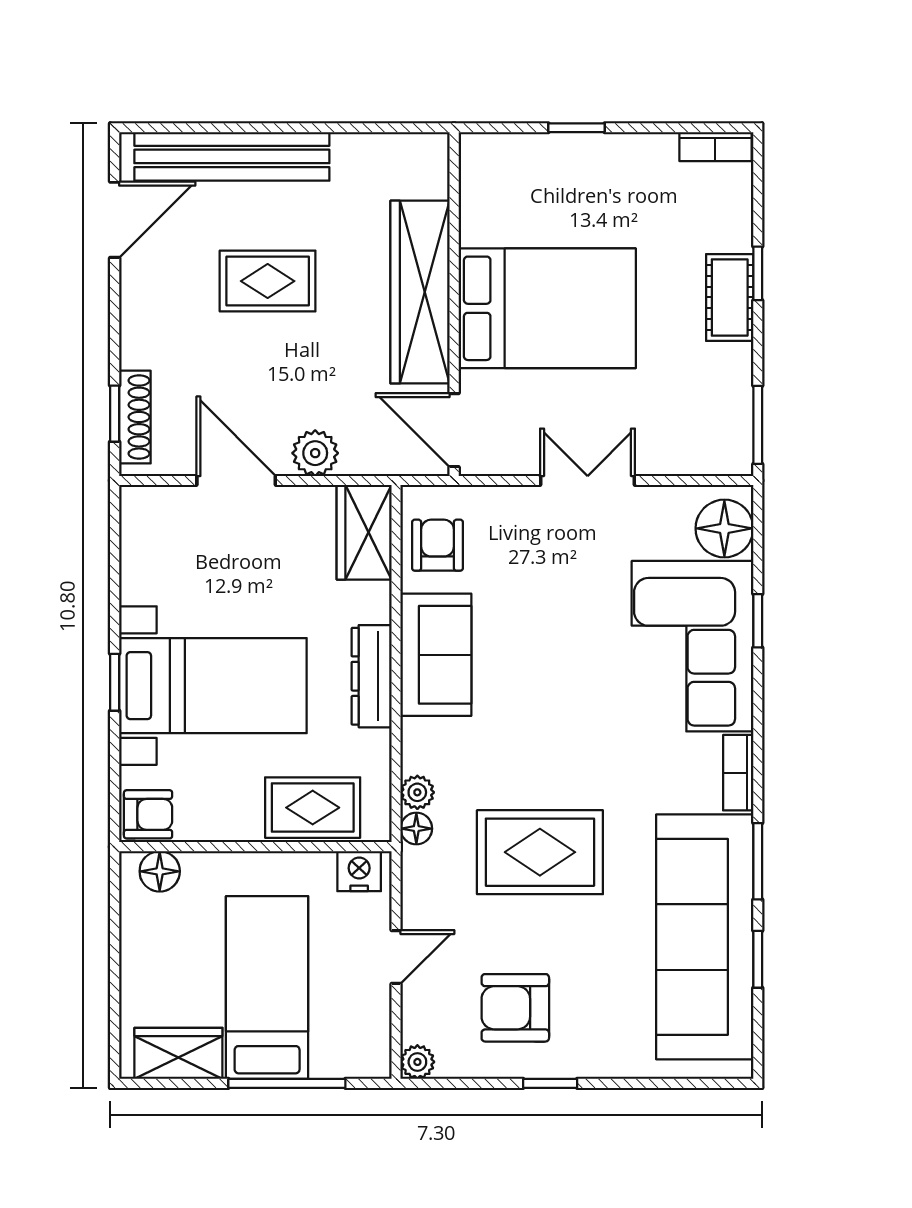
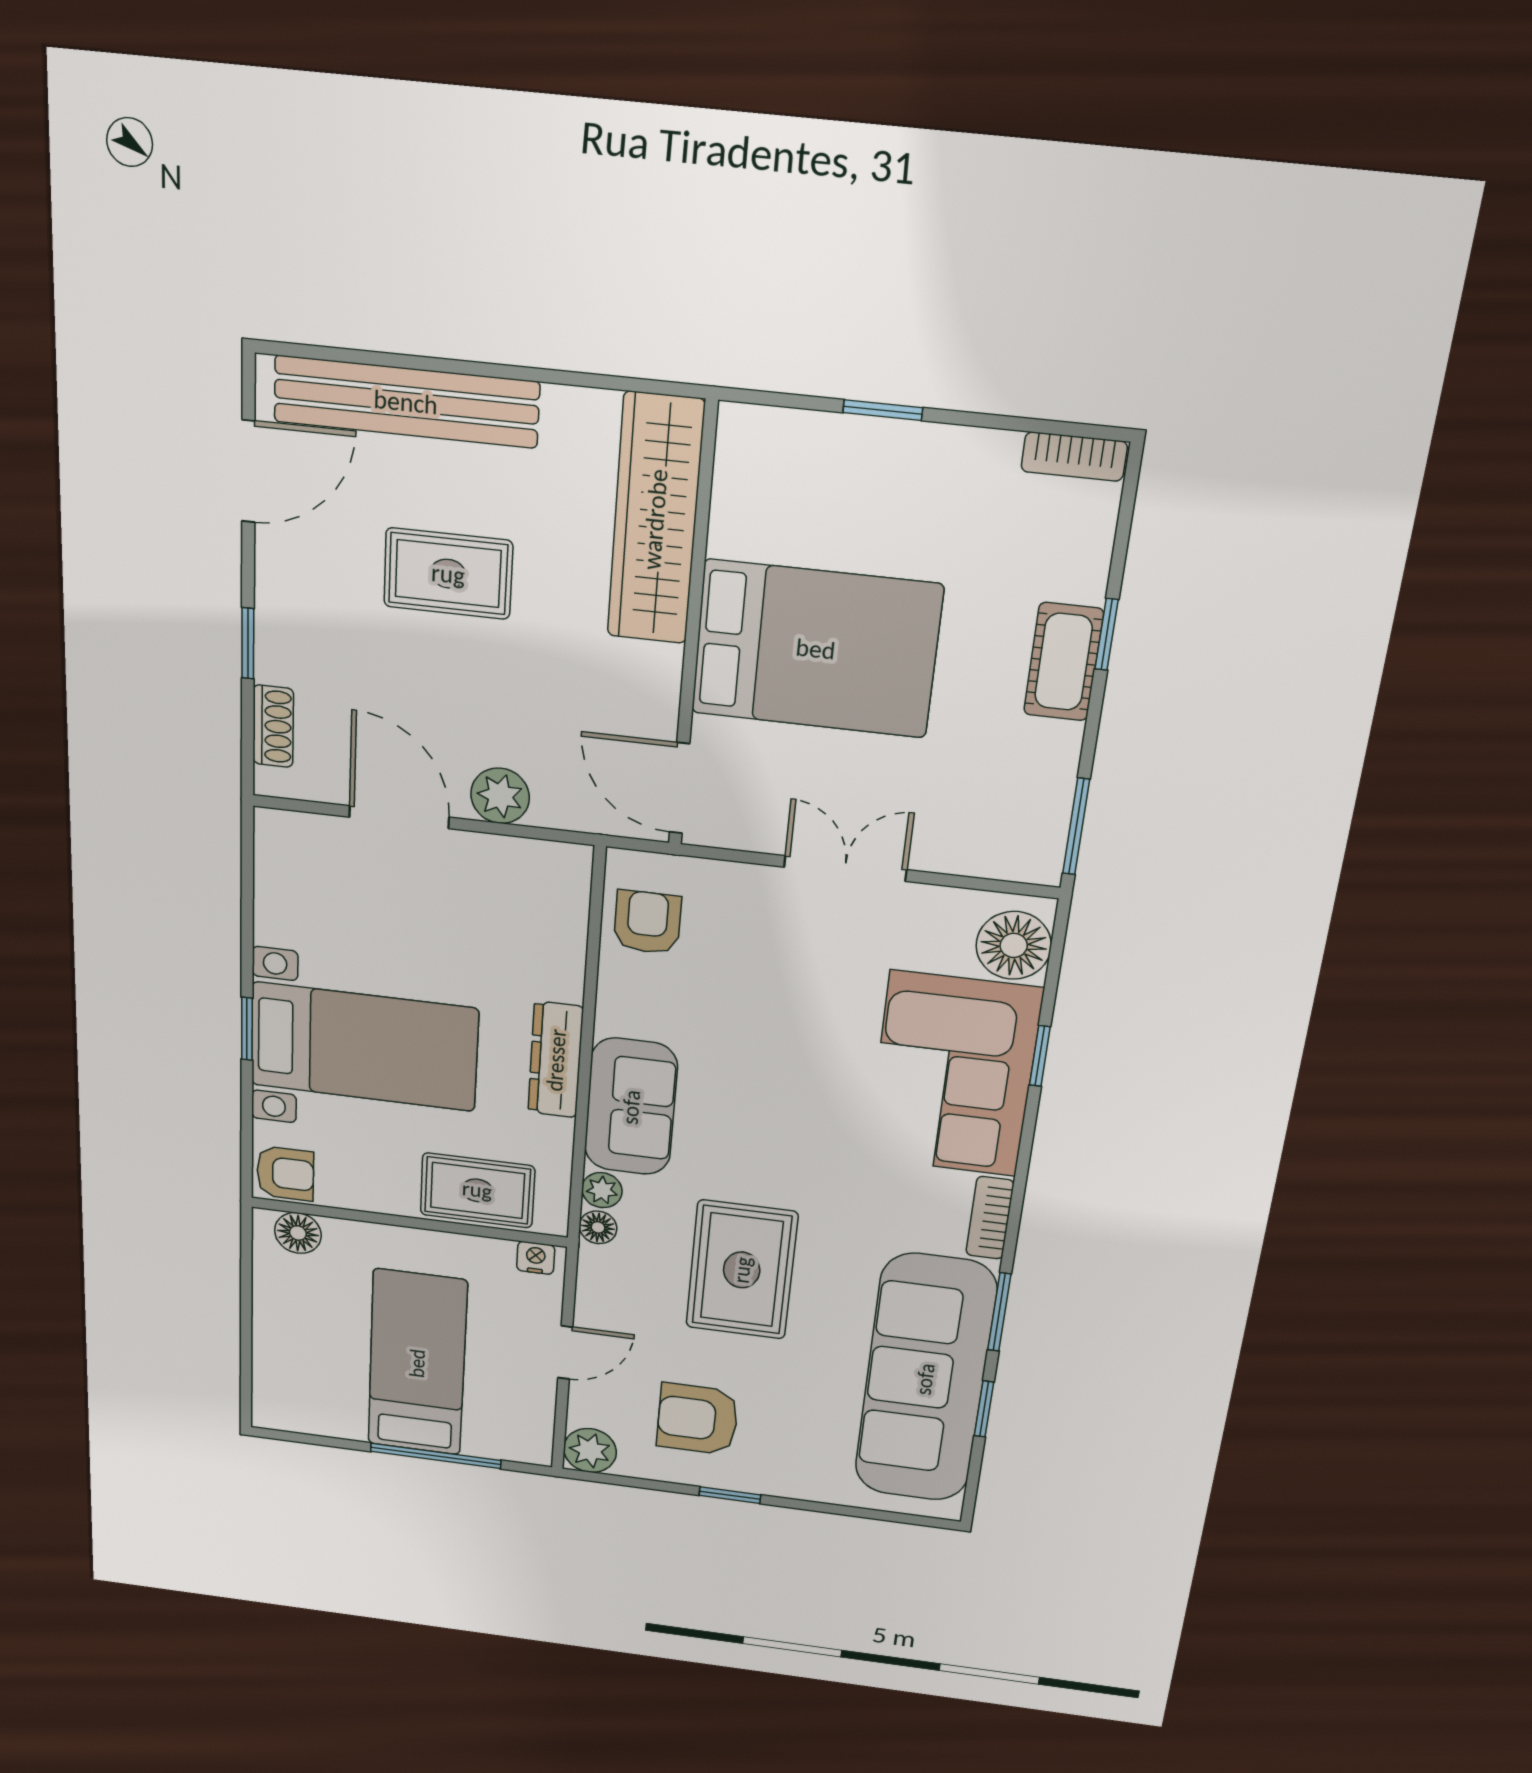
wardrobe: (420, 292) -> (655, 519), moved
window: (115, 414) -> (248, 643), moved
shoe rack: (135, 417) -> (273, 726), width x0.70
wardrobe: (364, 532) -> (557, 897), removed
sofa: (436, 655) -> (631, 1107), moved
rug: (540, 852) -> (742, 1270), turned 90
nightstand: (359, 871) -> (536, 1258), width x0.72, depth x0.74
wardrobe: (178, 1053) -> (316, 1412), removed
plant: (417, 1062) -> (590, 1450), width x1.38, depth x1.38

